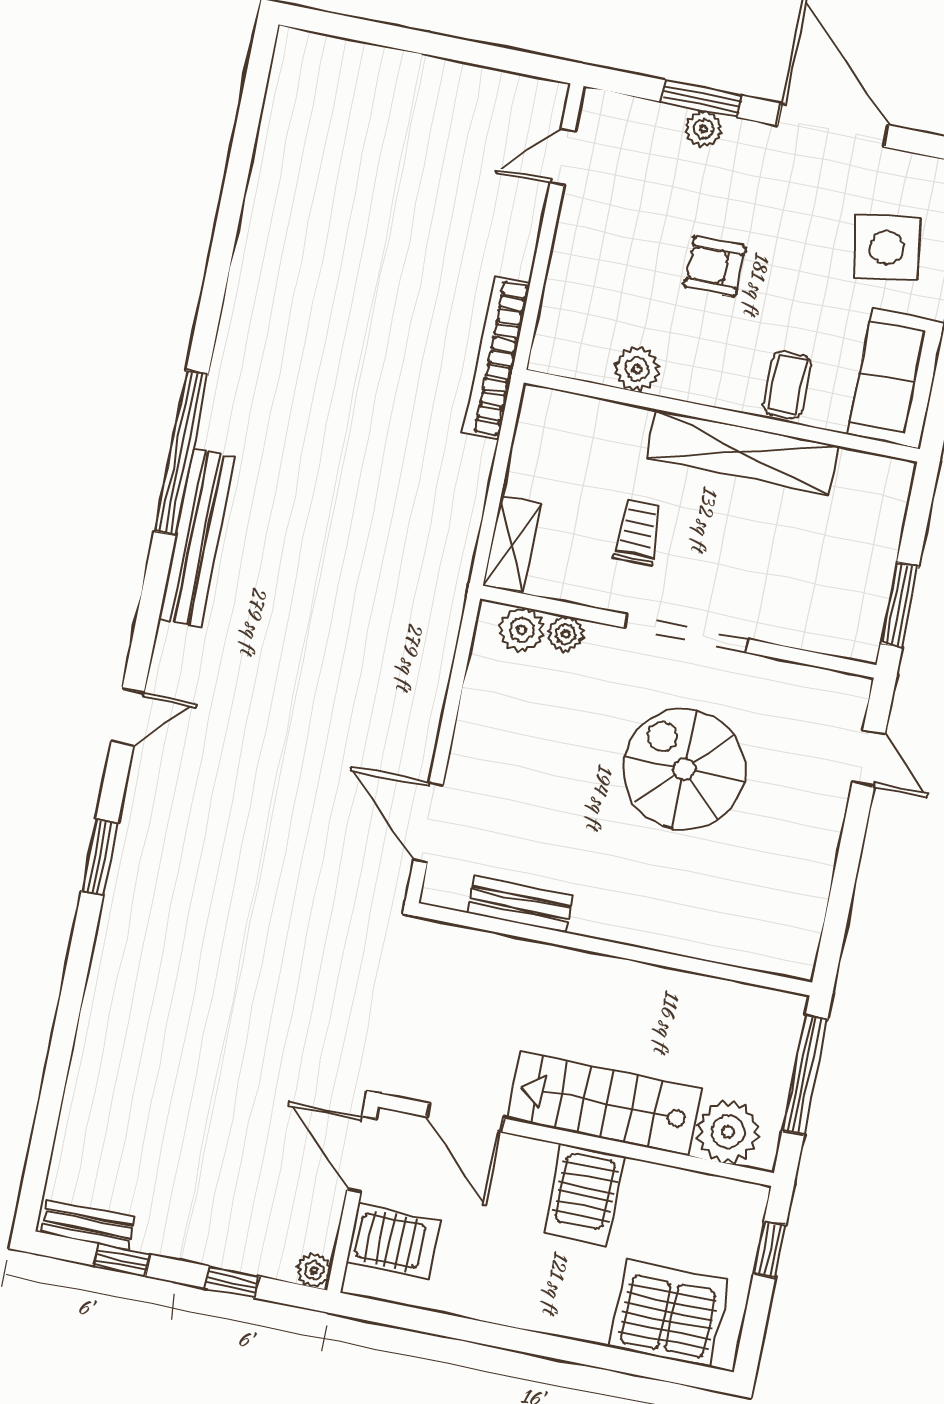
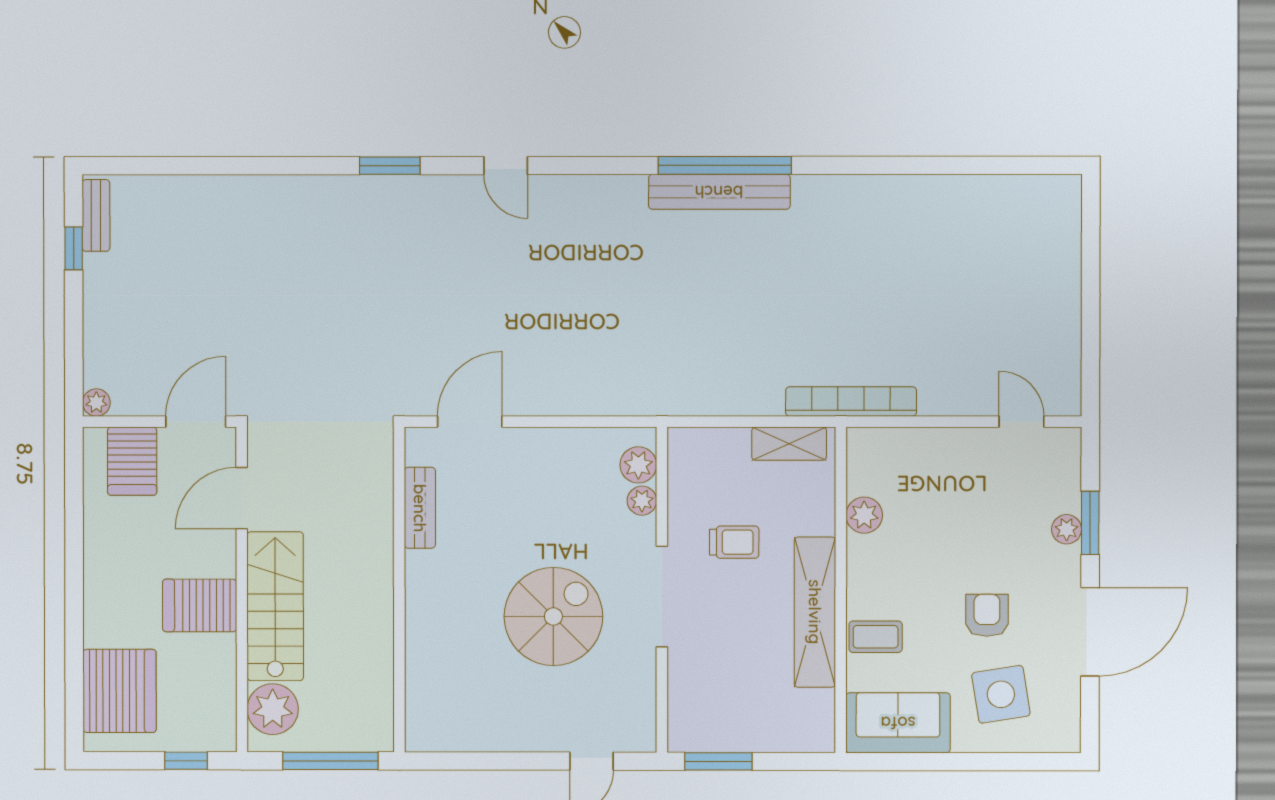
armchair: (715, 267) -> (987, 615), moved
bench: (197, 538) -> (719, 192), moved
shelving: (512, 545) -> (789, 444), moved
window: (232, 1282) -> (74, 339), removed

